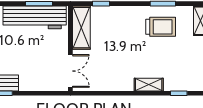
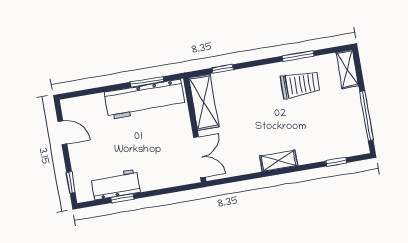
shelving: (149, 85) -> (279, 161), moved

